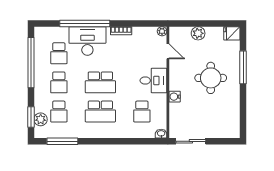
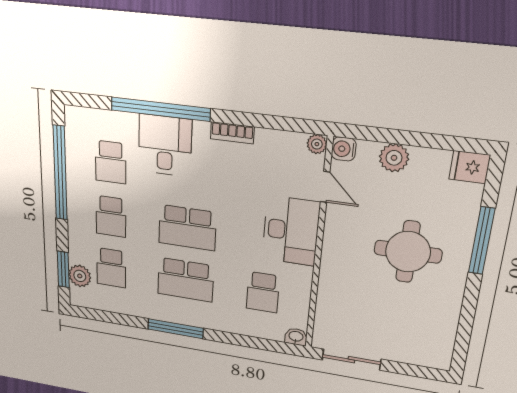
desk: (87, 41) -> (165, 145), width x0.73
desk: (153, 81) -> (291, 231), width x1.37
water cooler: (175, 97) -> (344, 149), moved
window: (62, 141) -> (175, 329), moved

